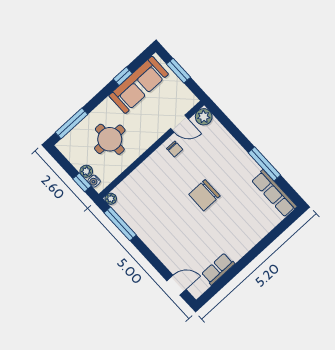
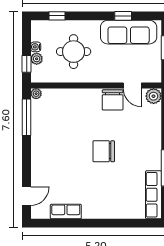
window: (71, 123) -> (57, 16), width x0.46
chair: (175, 149) -> (113, 100), width x1.87, depth x1.87
water cooler: (94, 181) -> (36, 47), moved
door: (176, 285) -> (27, 196), hinge flipped

